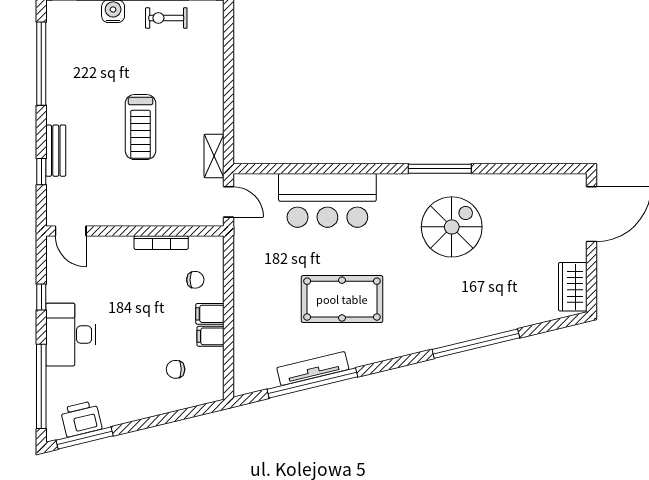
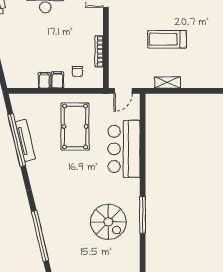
shelving: (214, 156) -> (167, 82), moved
pool table: (342, 299) -> (75, 127), moved
chair: (176, 369) -> (25, 60), removed

